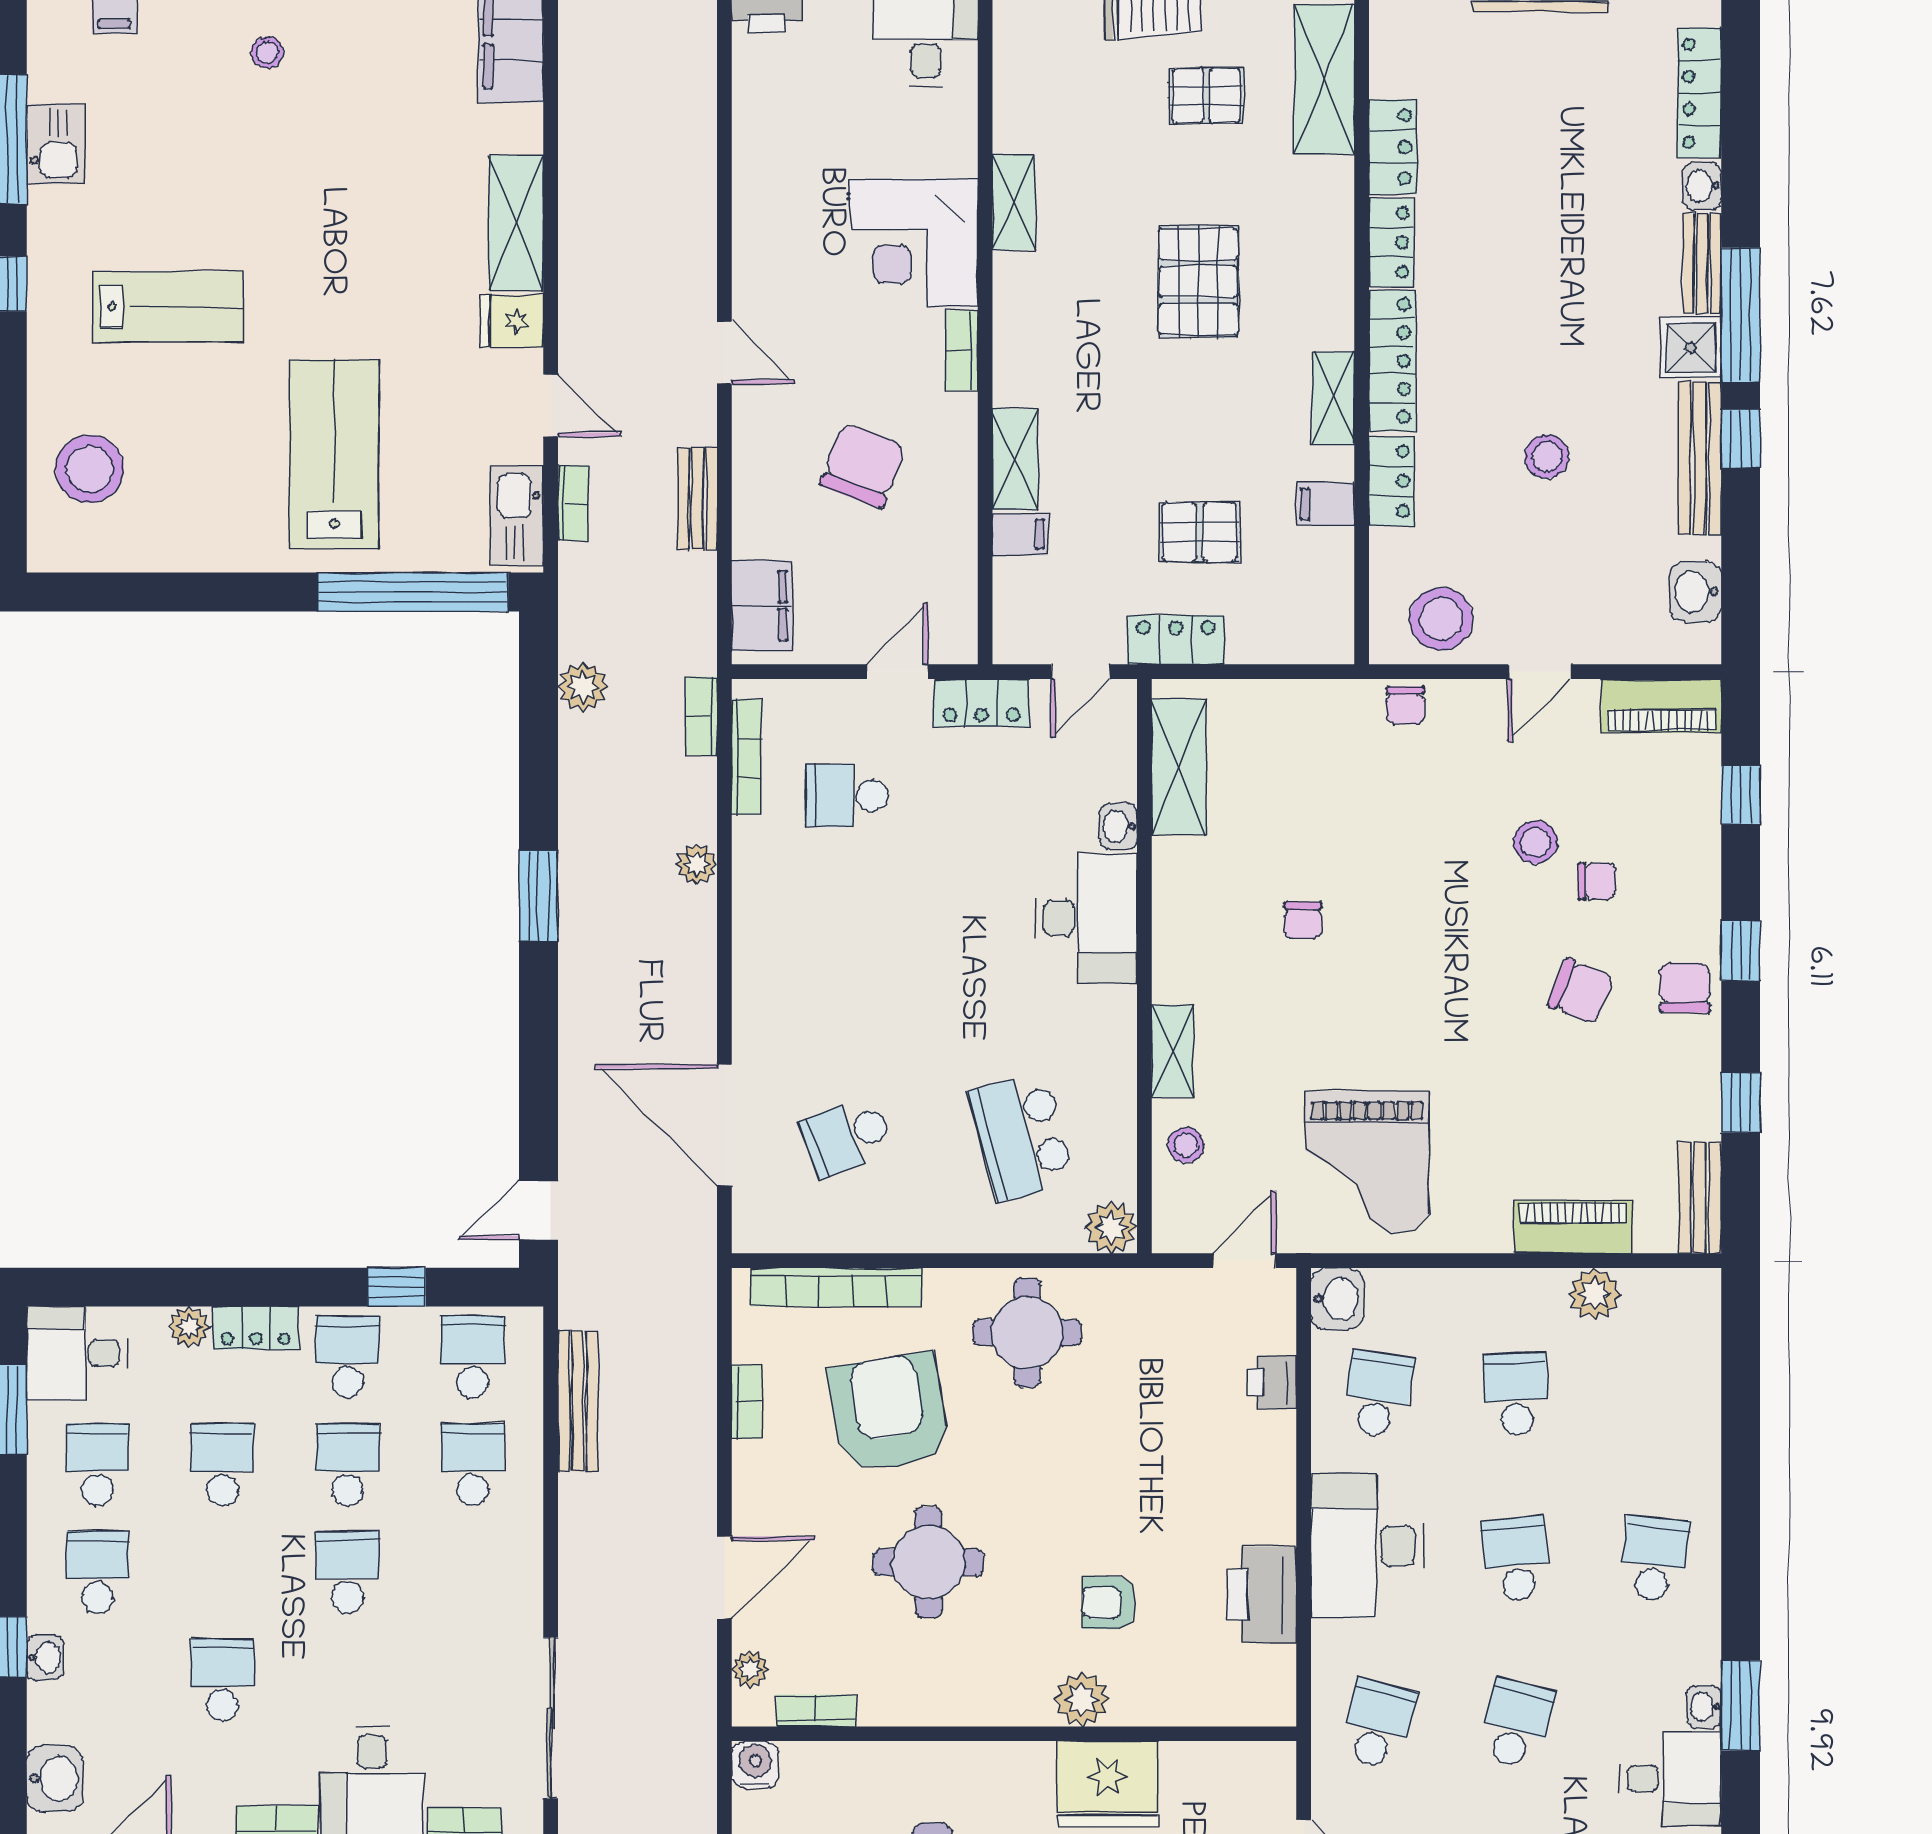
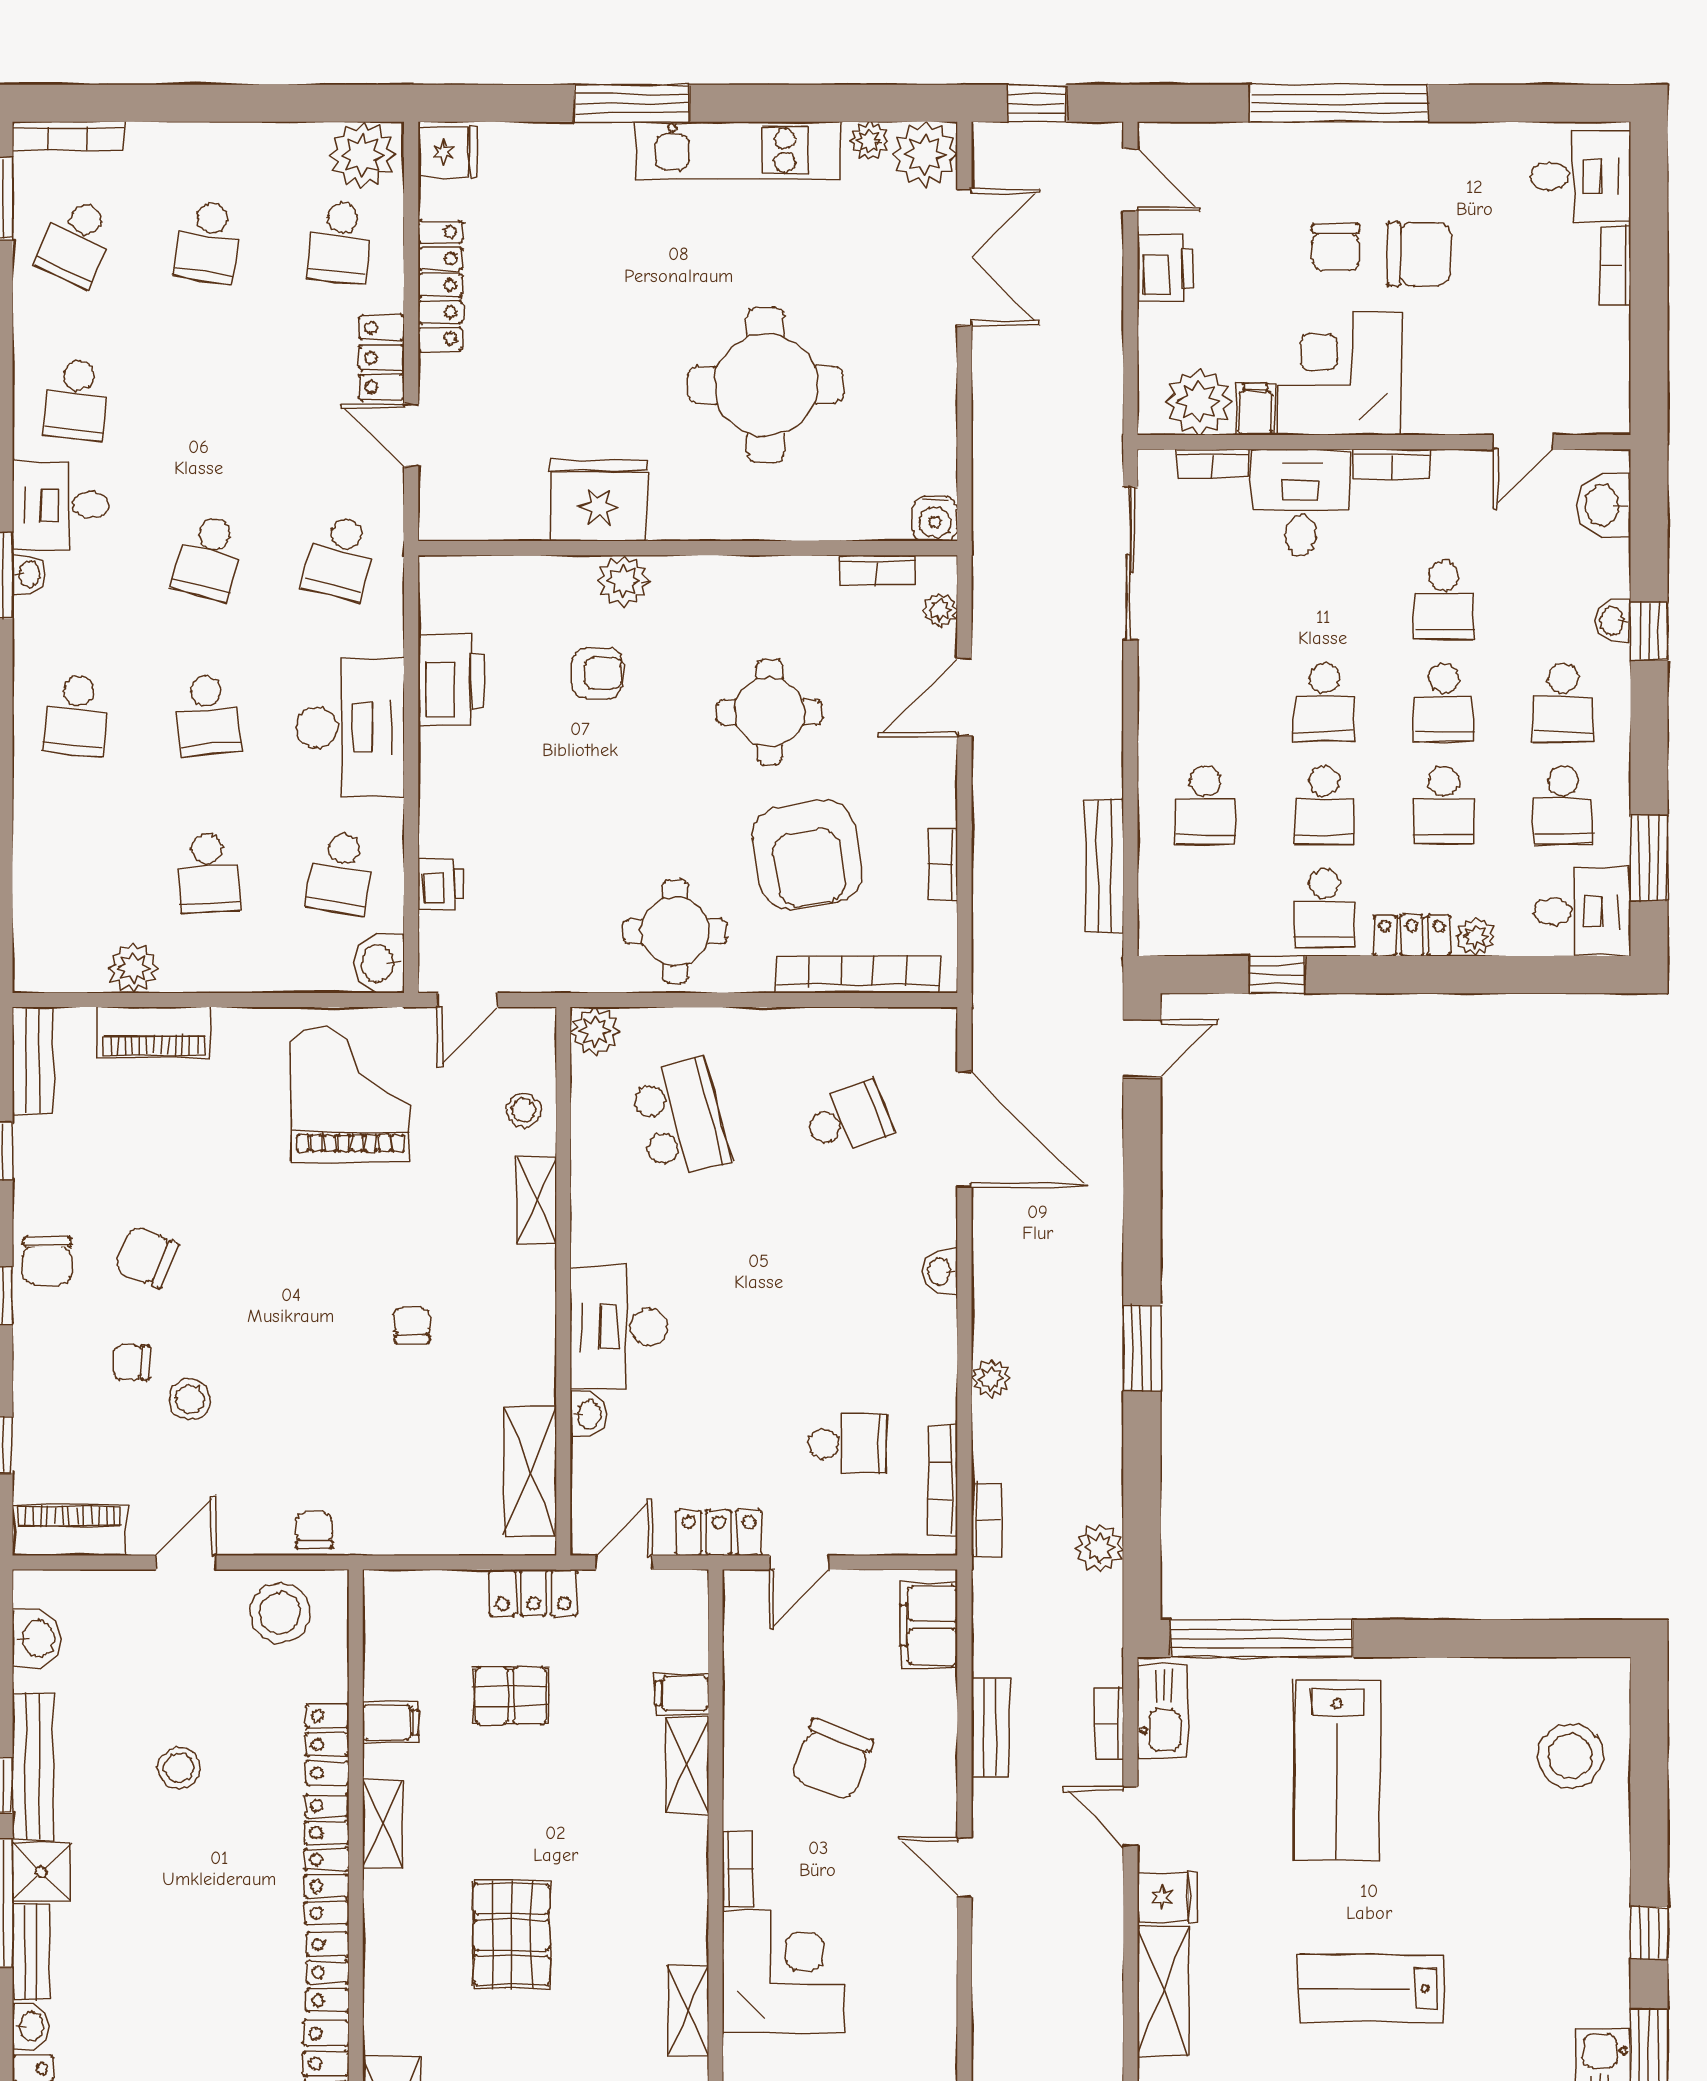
lab bench: (168, 307) -> (1372, 1989), moved
washbasin: (750, 976) -> (940, 1272), added
school desk: (473, 1357) -> (1444, 703), moved

